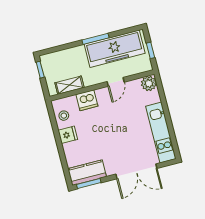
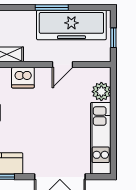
plant: (149, 83) -> (101, 92), moved

